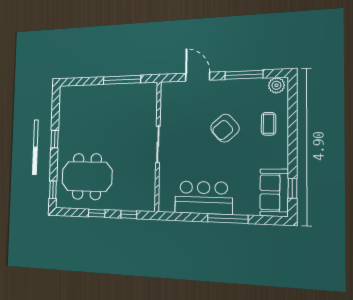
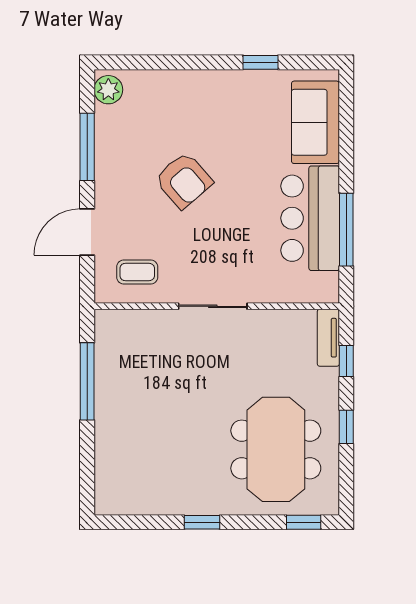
coffee table: (269, 124) -> (137, 272), moved
window: (292, 188) -> (261, 62), moved
sofa: (274, 193) -> (315, 122), moved, turned 90
tv unit: (141, 205) -> (328, 338), added
window: (228, 219) -> (346, 230), moved

